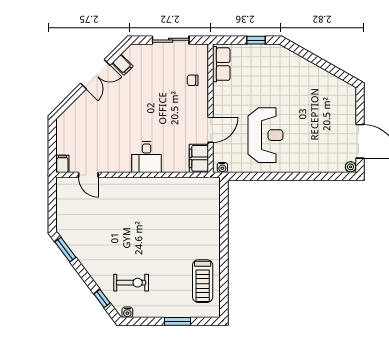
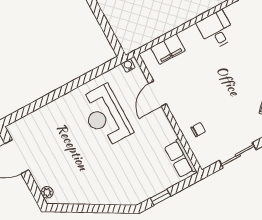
desk: (146, 157) -> (216, 30), moved
filing cabinet: (199, 158) -> (168, 49), moved, turned 90
plant: (351, 167) -> (47, 192), moved

